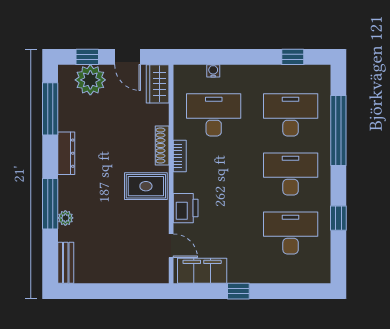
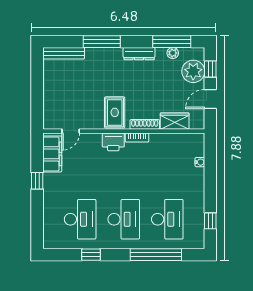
wardrobe: (158, 84) -> (175, 121), moved
desk: (214, 115) -> (167, 162), removed
printer: (186, 208) -> (113, 142), moved
plant: (65, 218) -> (173, 53), moved
bench: (66, 263) -> (64, 53), width x1.36

